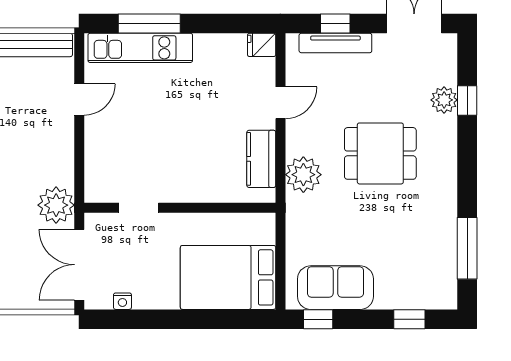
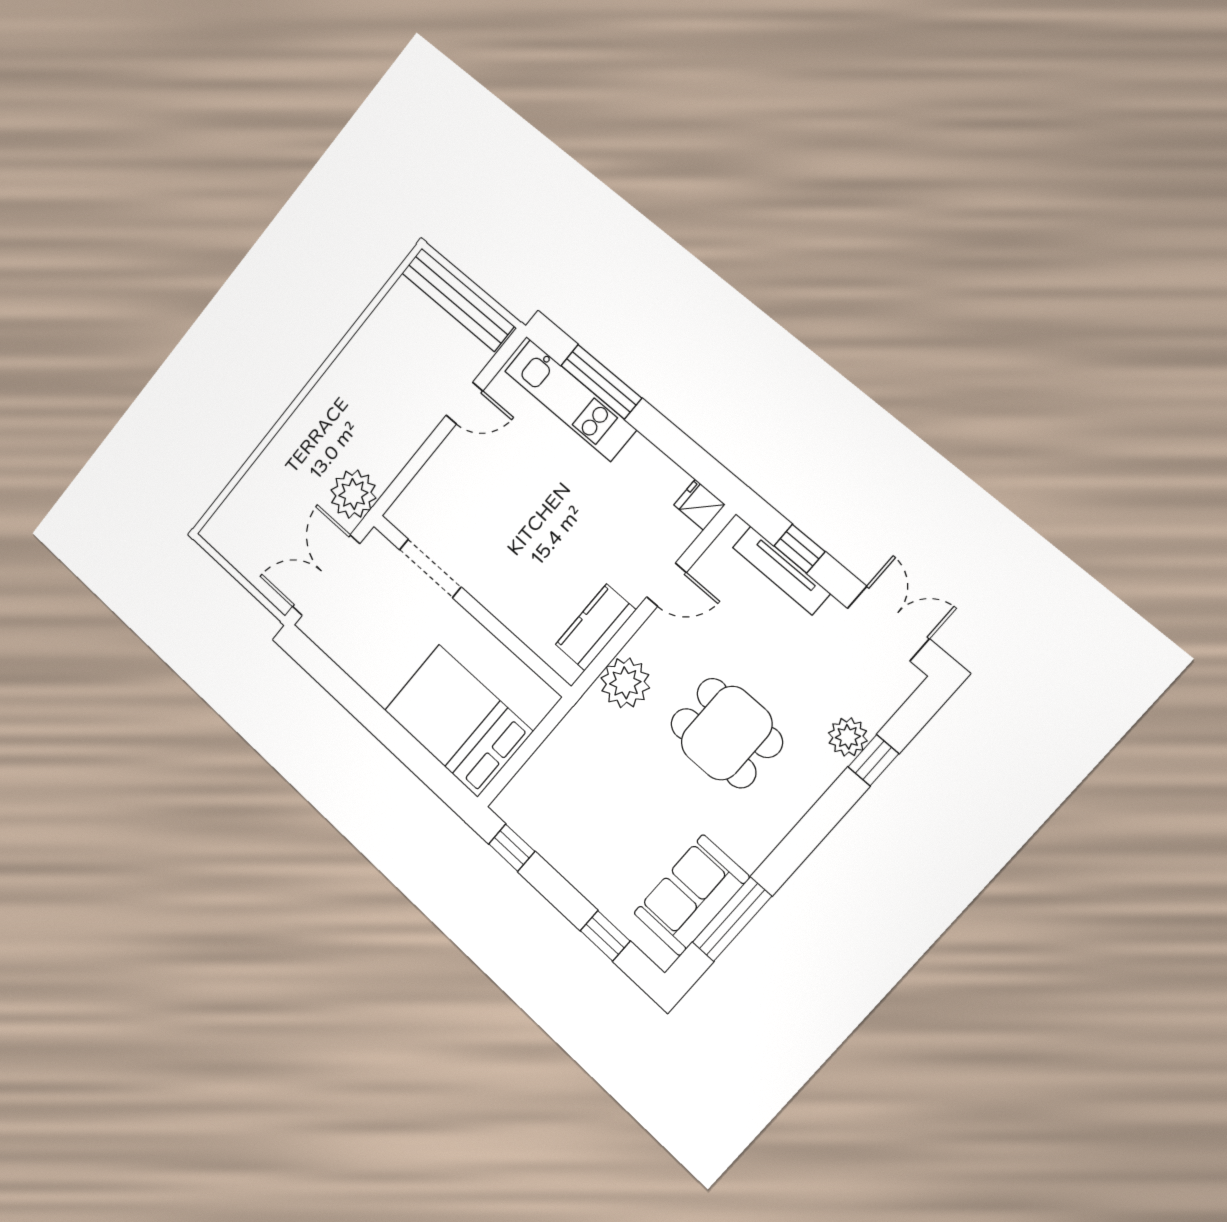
doorway: (139, 208) -> (430, 568), width x1.38
sofa: (335, 288) -> (691, 895), moved, turned -90
nightstand: (122, 301) -> (337, 650), removed

